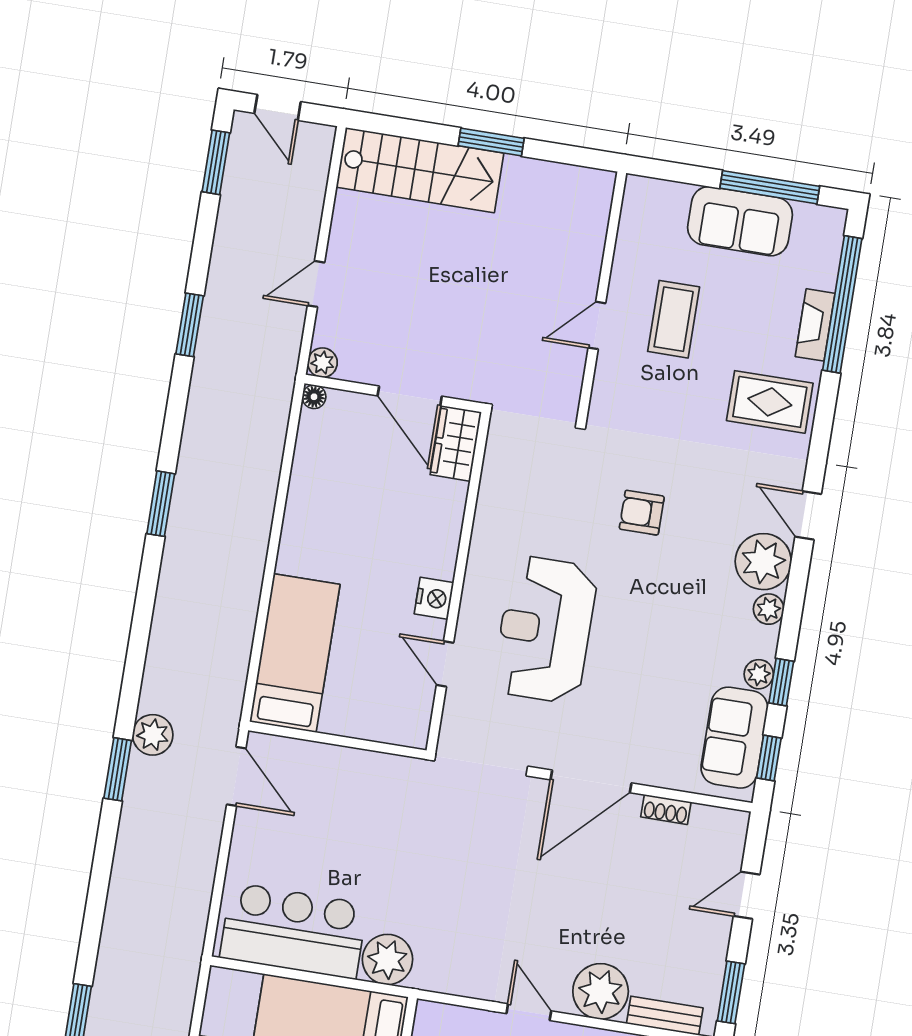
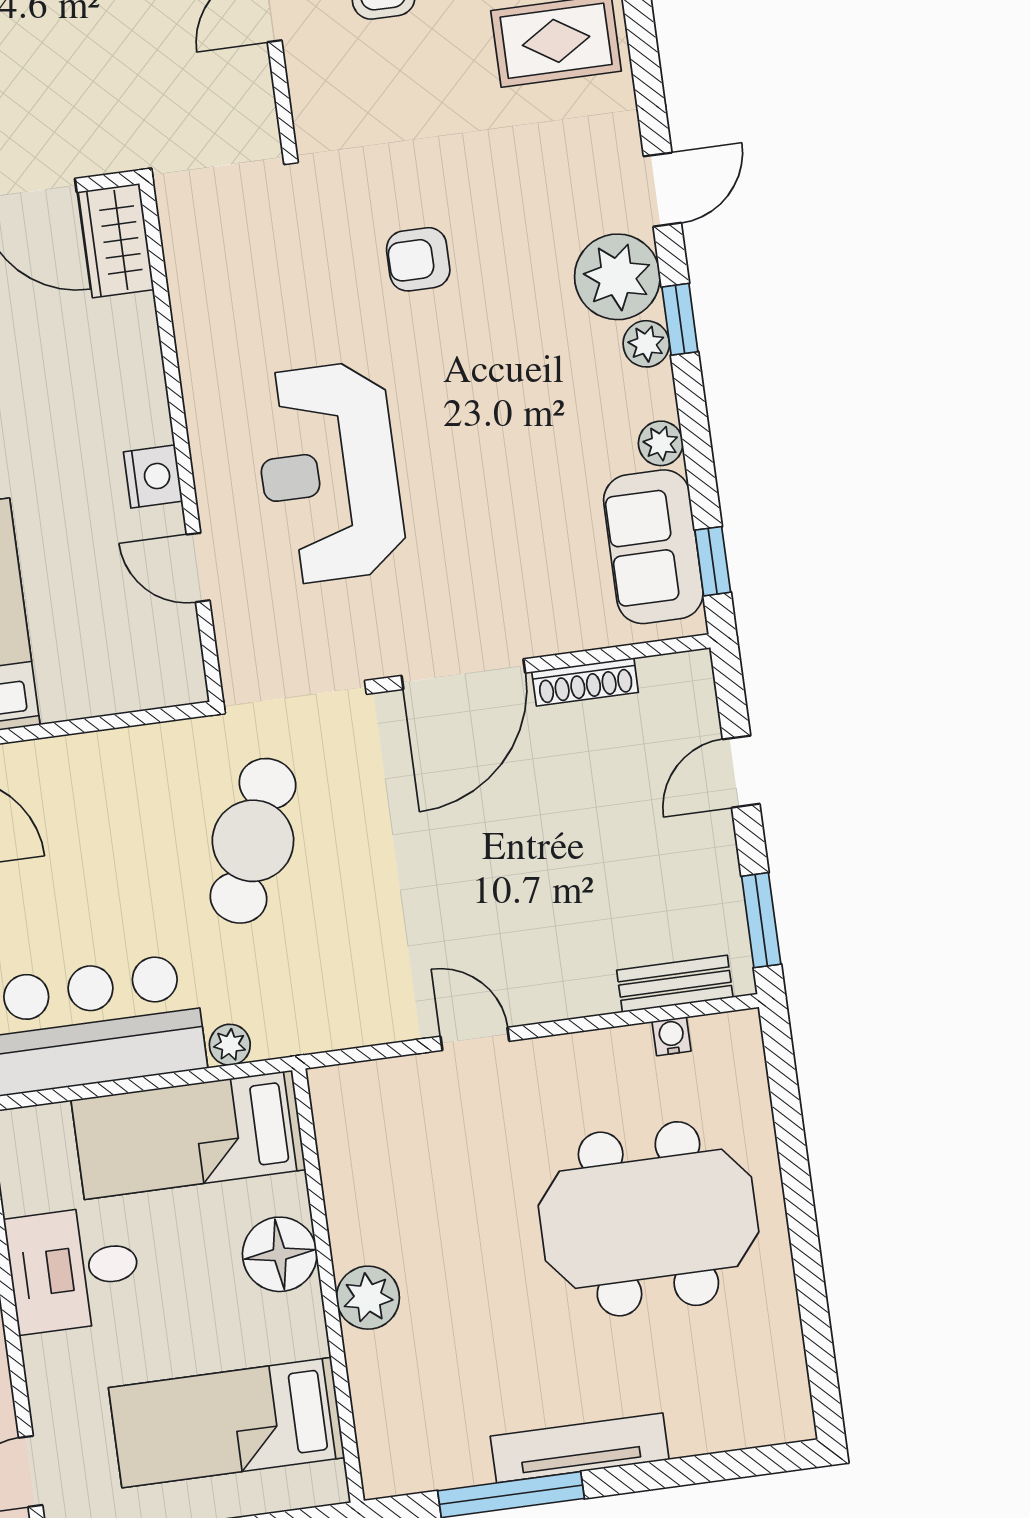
door: (808, 515) -> (662, 190), swing flipped
window: (781, 682) -> (680, 319), moved
shoe rack: (666, 809) -> (585, 682), width x1.43
cafe table: (427, 846) -> (253, 841), added
plant: (387, 960) -> (230, 1045), width x0.53, depth x0.53
plant: (601, 991) -> (570, 977), removed

